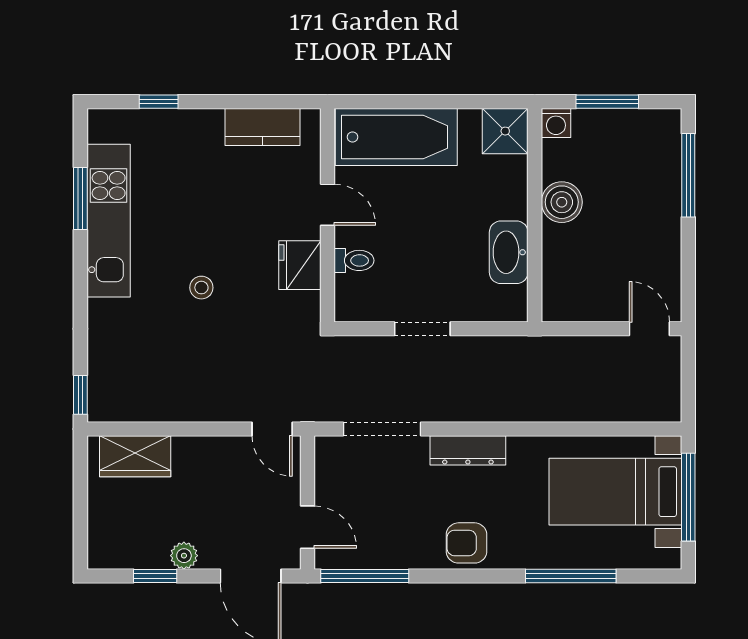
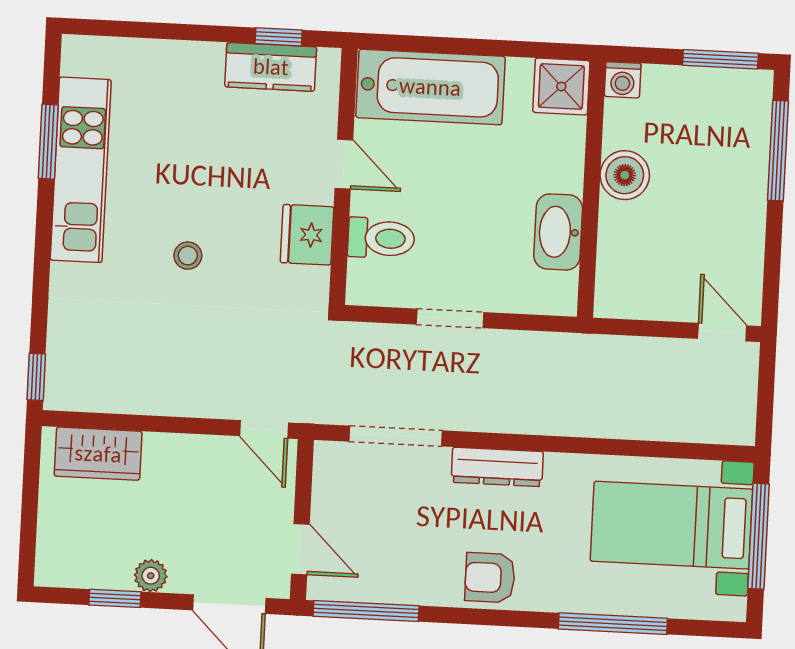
window: (159, 102) -> (279, 37), moved
window: (607, 102) -> (720, 59), moved
toilet: (354, 260) -> (381, 238), width x1.37, depth x1.39

